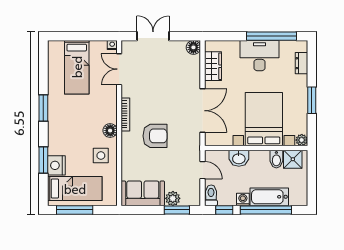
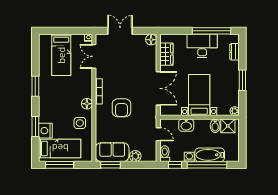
bed with nightstands: (264, 119) -> (199, 95), width x0.73
armchair: (155, 136) -> (121, 108), turned 90
window: (177, 210) -> (110, 165), moved

